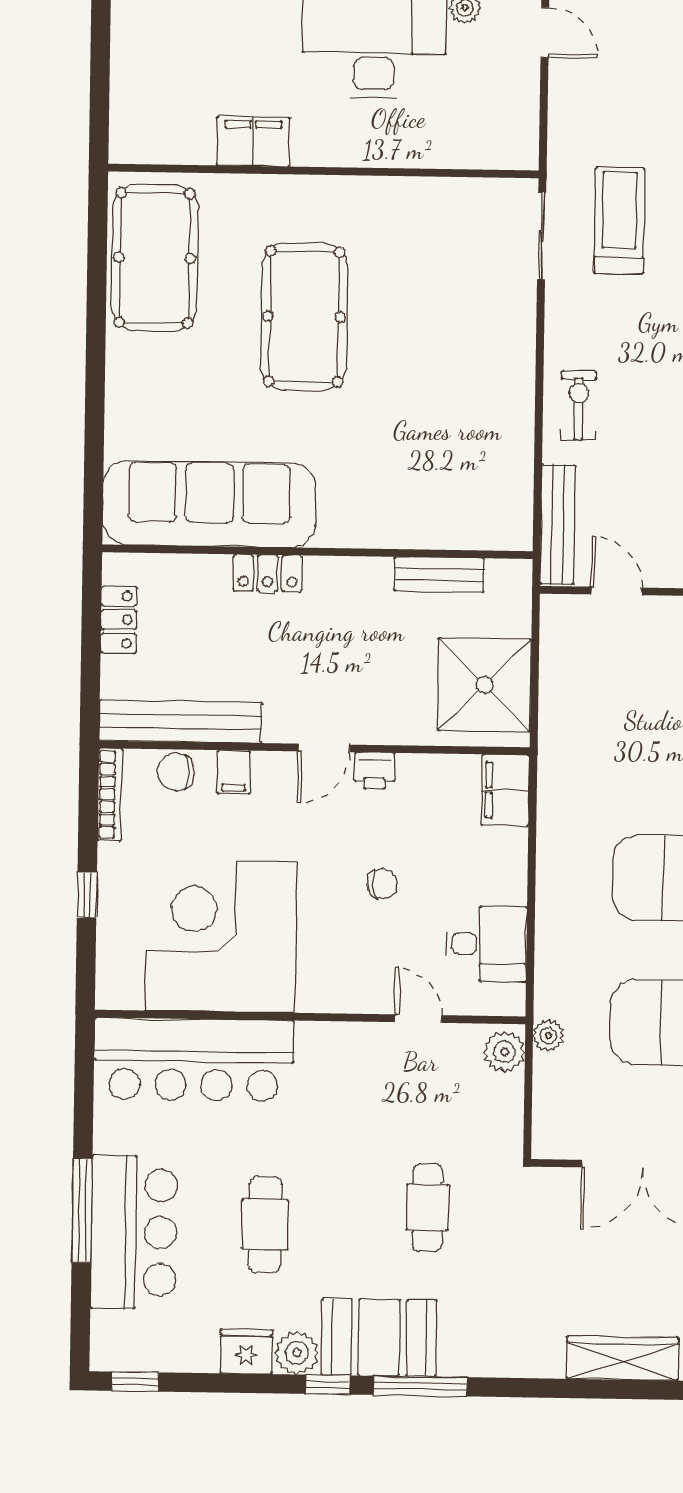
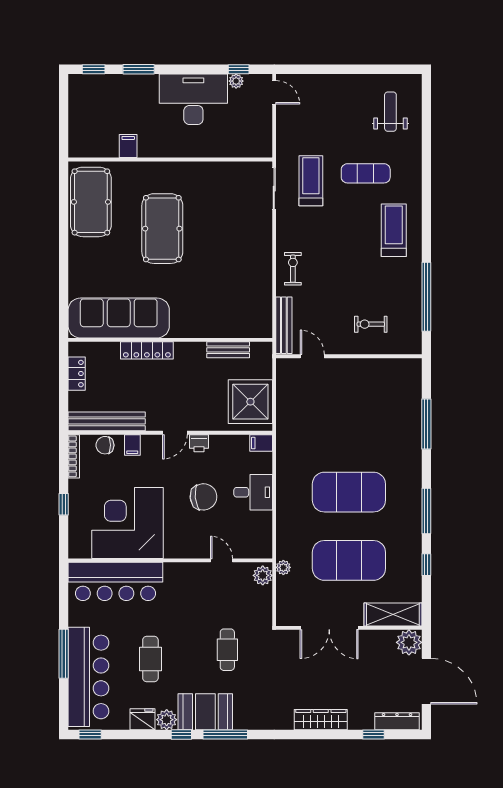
filing cabinet: (253, 142) -> (128, 146), width x0.50
locker: (268, 573) -> (147, 350), width x1.53
filing cabinet: (505, 790) -> (261, 443), width x0.50
chair: (382, 884) -> (203, 497), width x1.87, depth x1.87
desk: (486, 944) -> (253, 492), moved
bar counter: (134, 1232) -> (88, 677), width x1.36

